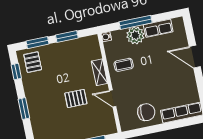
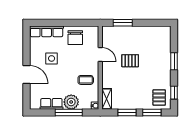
shelving: (99, 72) -> (107, 99), moved
side table: (169, 82) -> (52, 58), added
chair: (146, 112) -> (75, 38), turned -90

